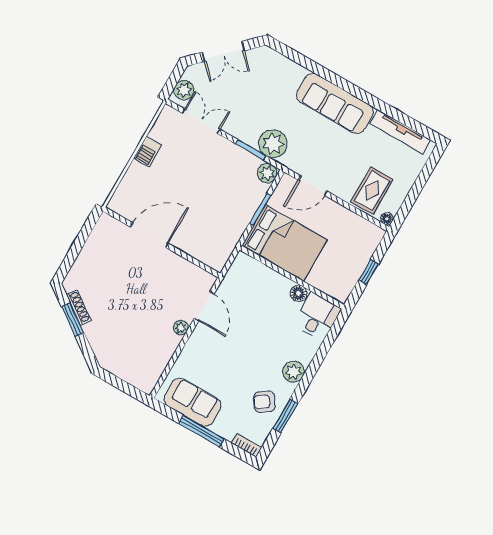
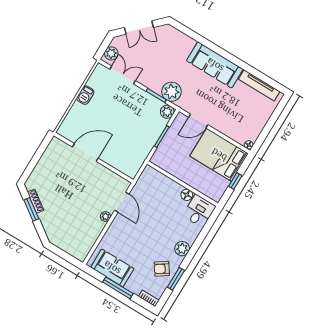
rug: (372, 191) -> (239, 125), removed
bed: (284, 243) -> (219, 155), moved, turned 180

